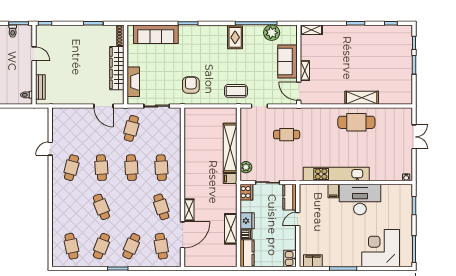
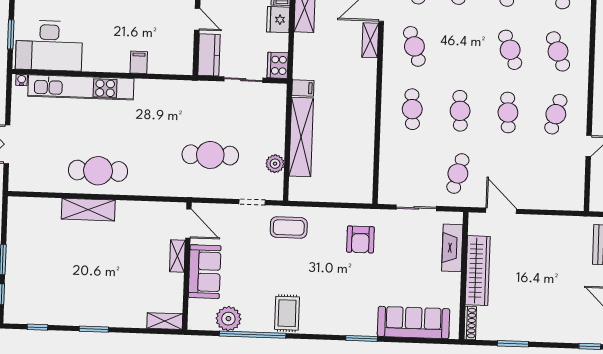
cafe table: (287, 135) -> (210, 155), width x1.37, depth x1.35
plant: (246, 167) -> (275, 164), moved
kitchen unit: (336, 174) -> (81, 87), moved
desk: (360, 199) -> (49, 46), moved
cafe table: (71, 207) -> (558, 51), added
door: (298, 219) -> (197, 19), hinge flipped

